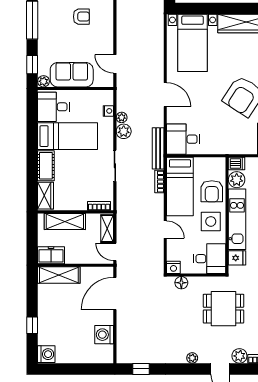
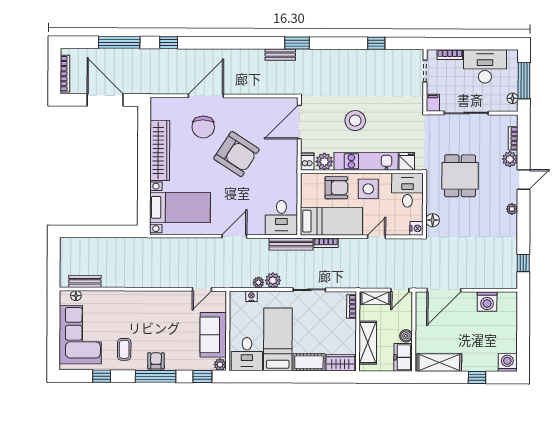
armchair: (81, 17) -> (156, 361), moved
boiler: (71, 258) -> (406, 336), added
shelving: (59, 275) -> (439, 363), moved, turned 90
door: (115, 294) -> (444, 290), hinge flipped

